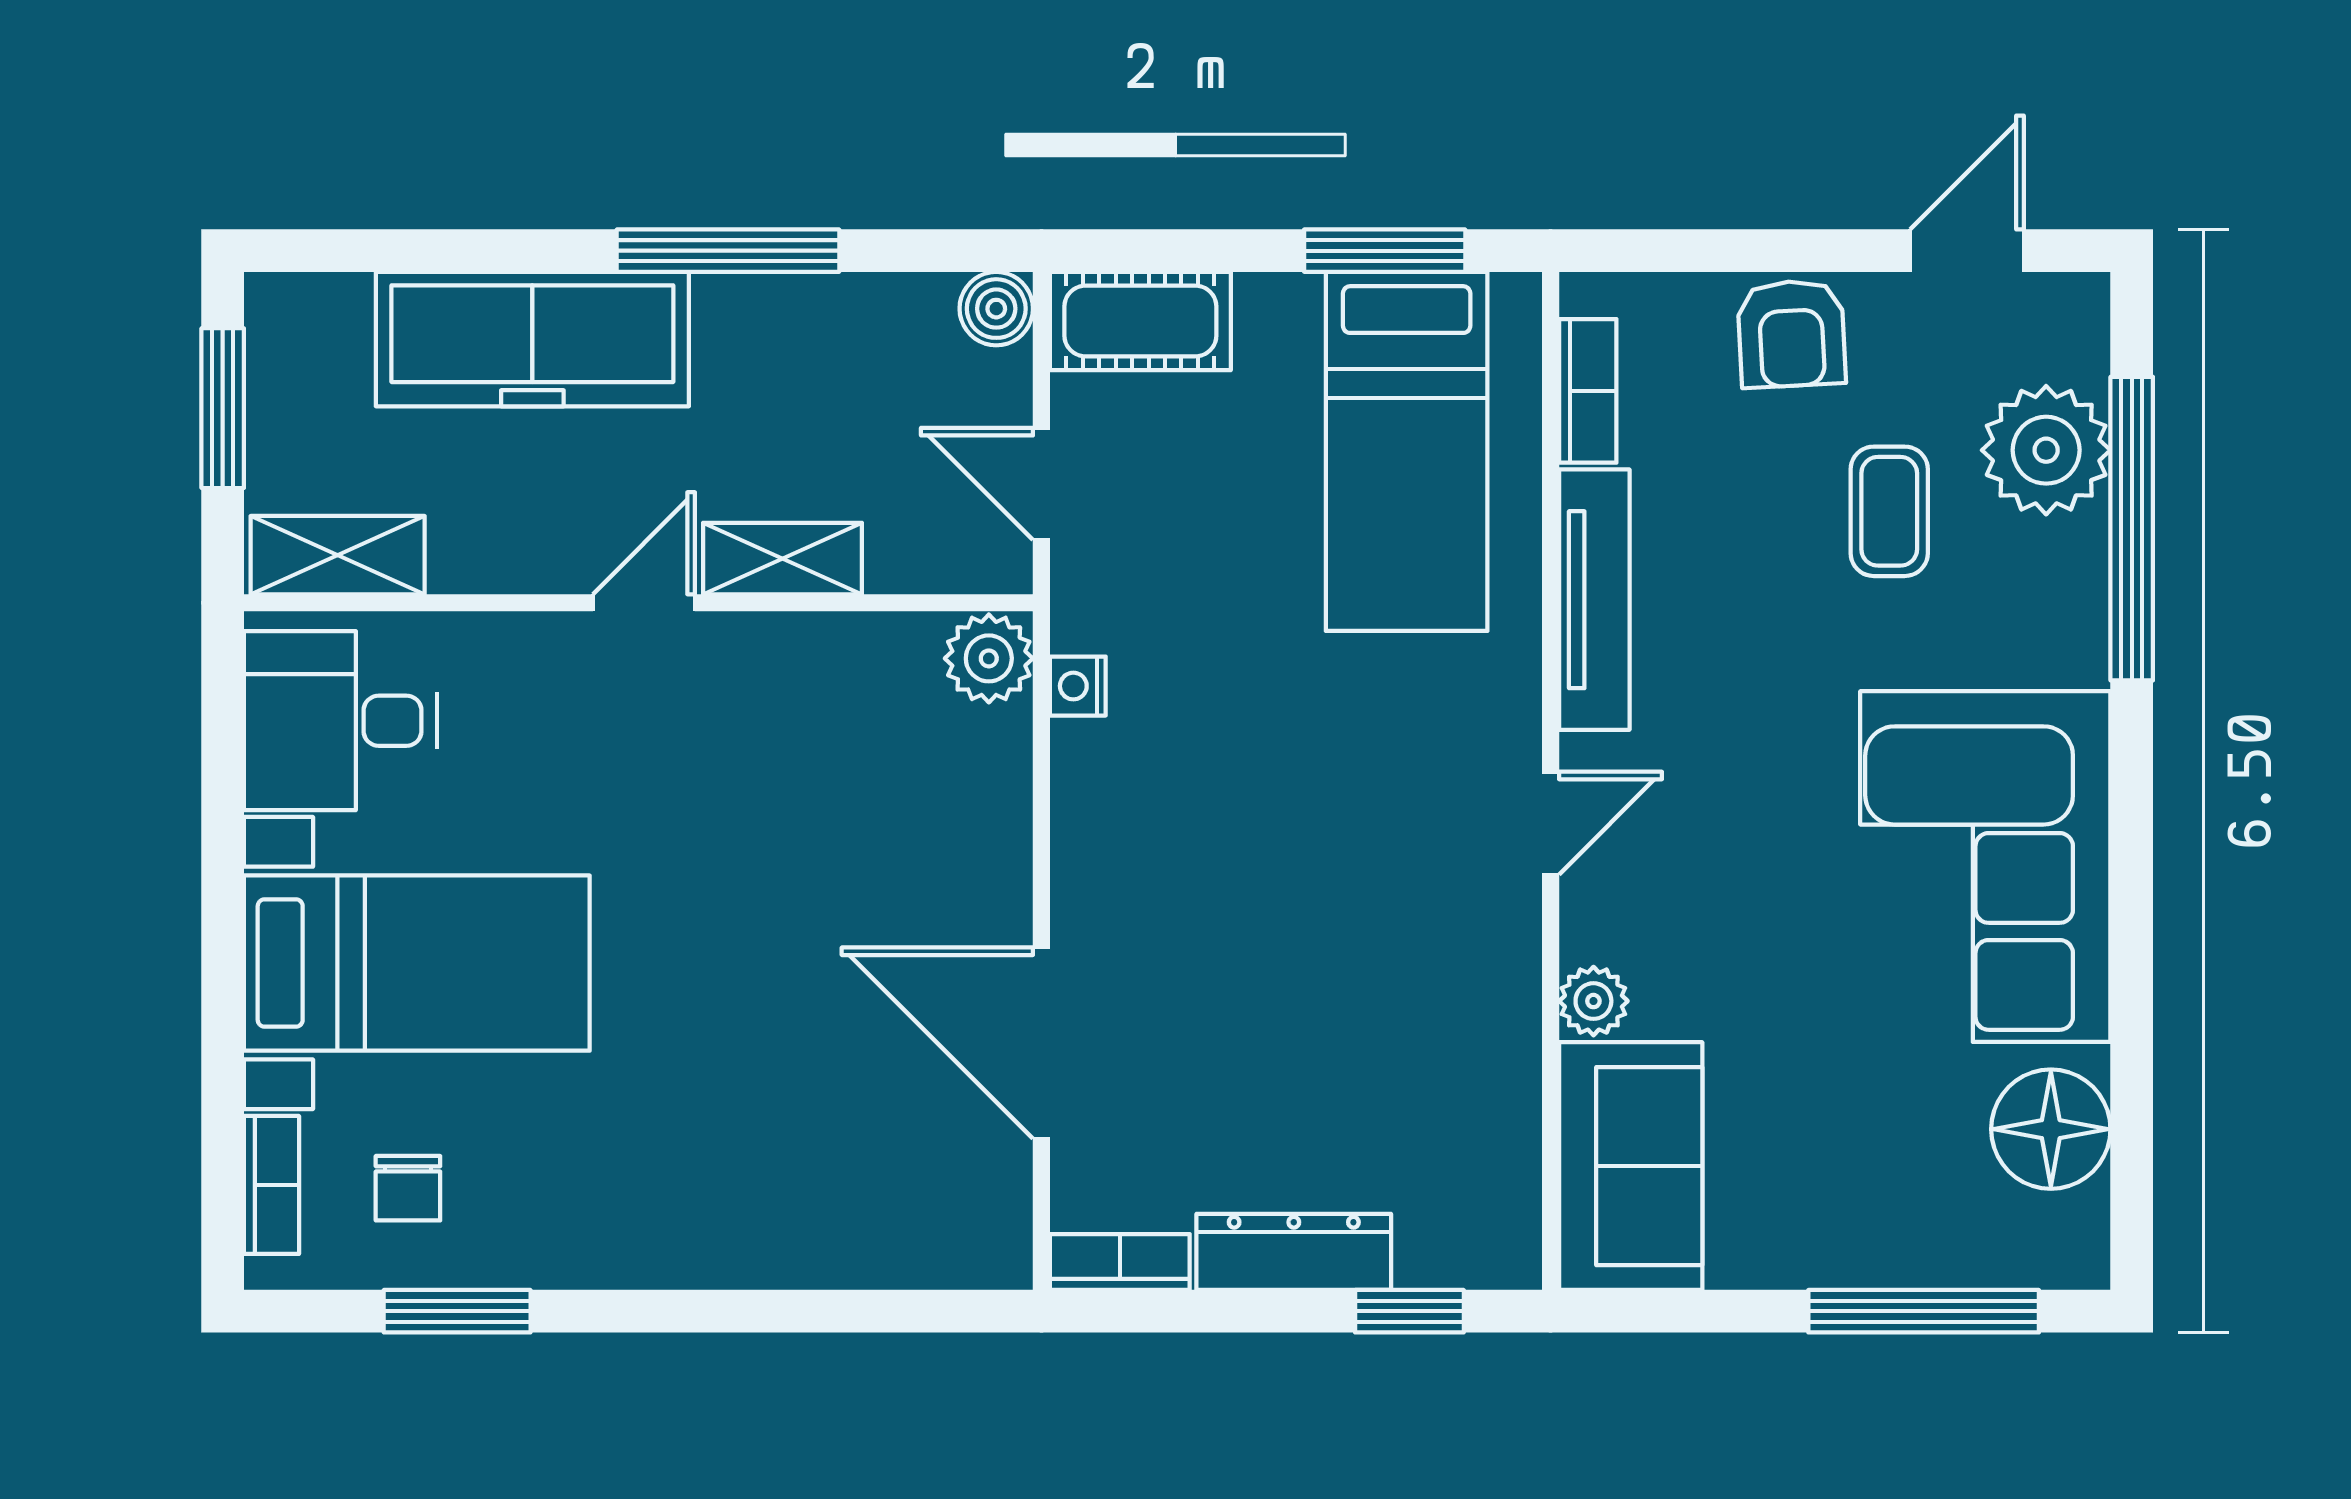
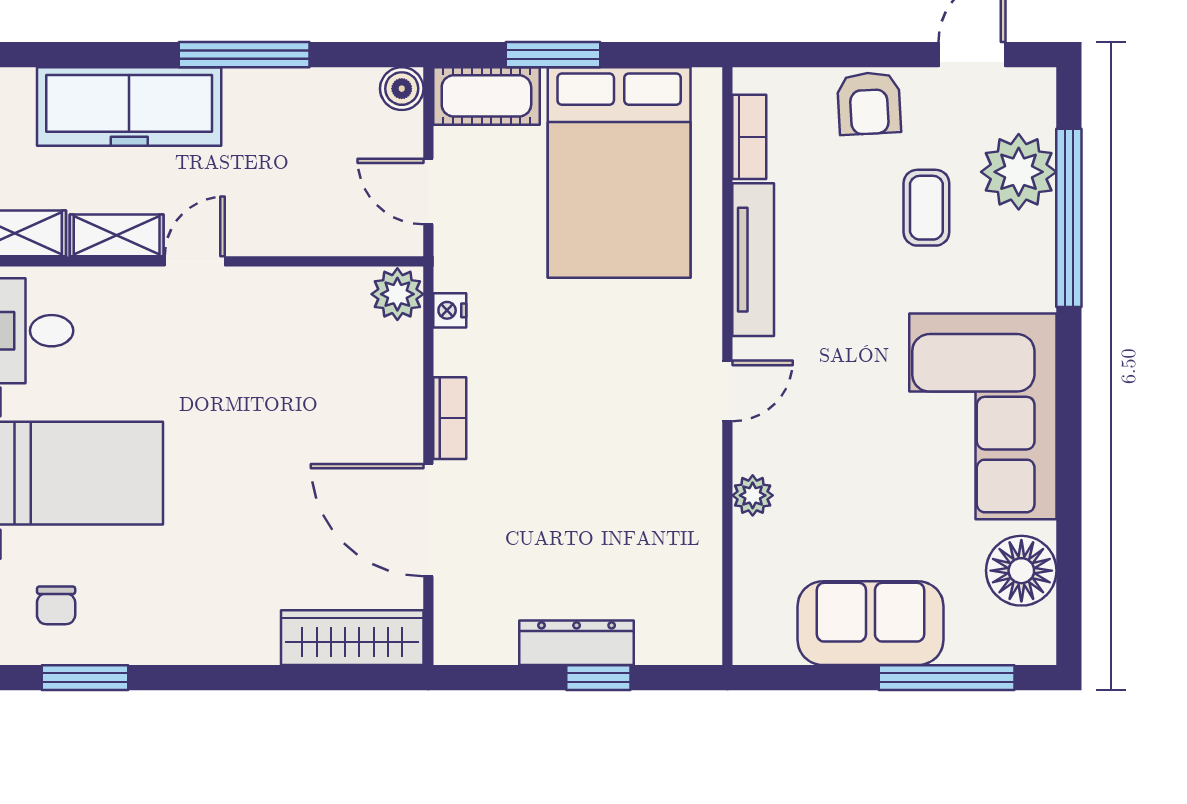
window: (1385, 251) -> (553, 55), moved
bed: (1407, 451) -> (619, 172), width x1.50
shelving: (782, 559) -> (117, 235), moved
sofa: (1631, 1166) -> (870, 623), moved, turned -90
wardrobe: (912, 1243) -> (352, 638), added
bookcase: (1120, 1262) -> (450, 418), moved, turned 90
window: (1409, 1311) -> (598, 678), moved

